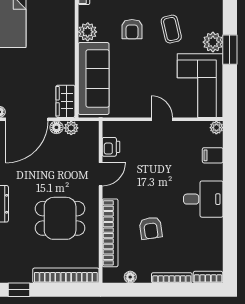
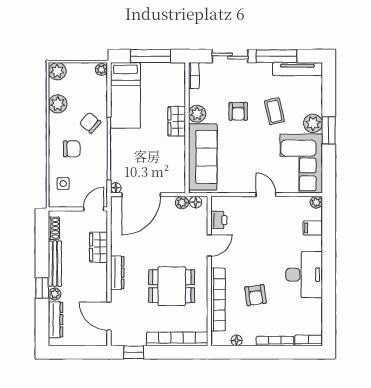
wardrobe: (65, 101) -> (177, 121), moved
floor lamp: (56, 127) -> (196, 202), moved
desk: (203, 199) -> (304, 275), width x1.37

